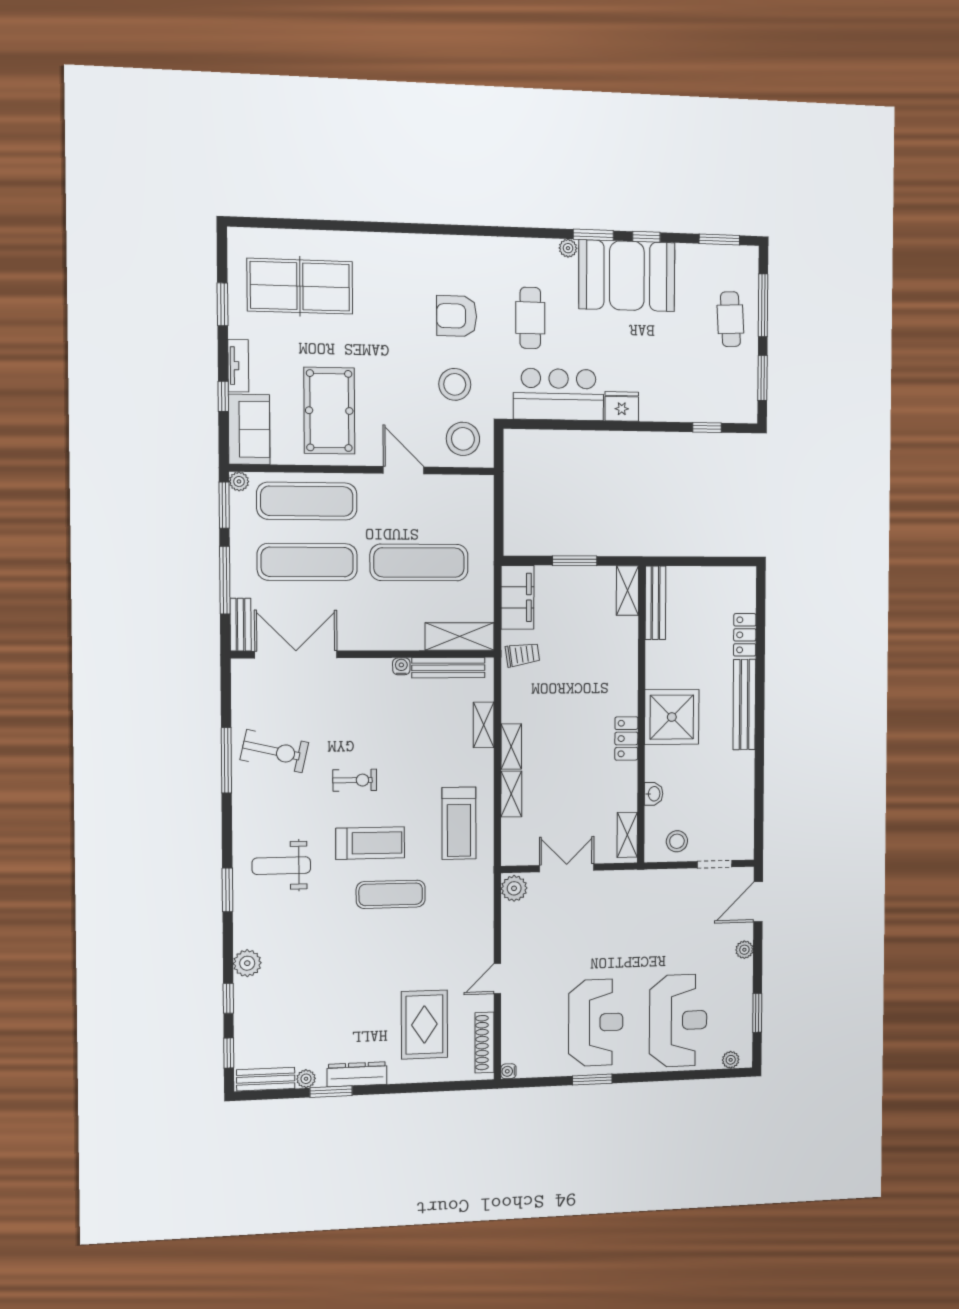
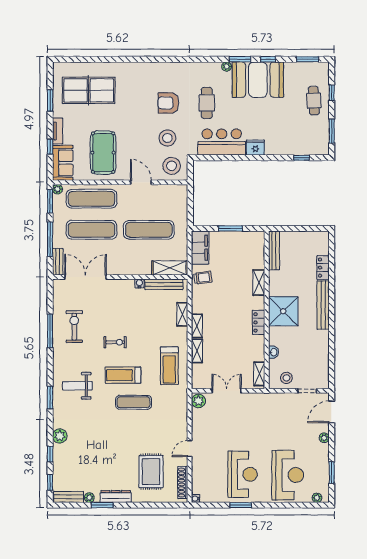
window: (763, 305) -> (332, 93), width x0.46
shelving: (627, 591) -> (259, 283), moved
exercise bike: (274, 751) -> (74, 327), turned -103
treadmill: (370, 843) -> (123, 375), turned 180

